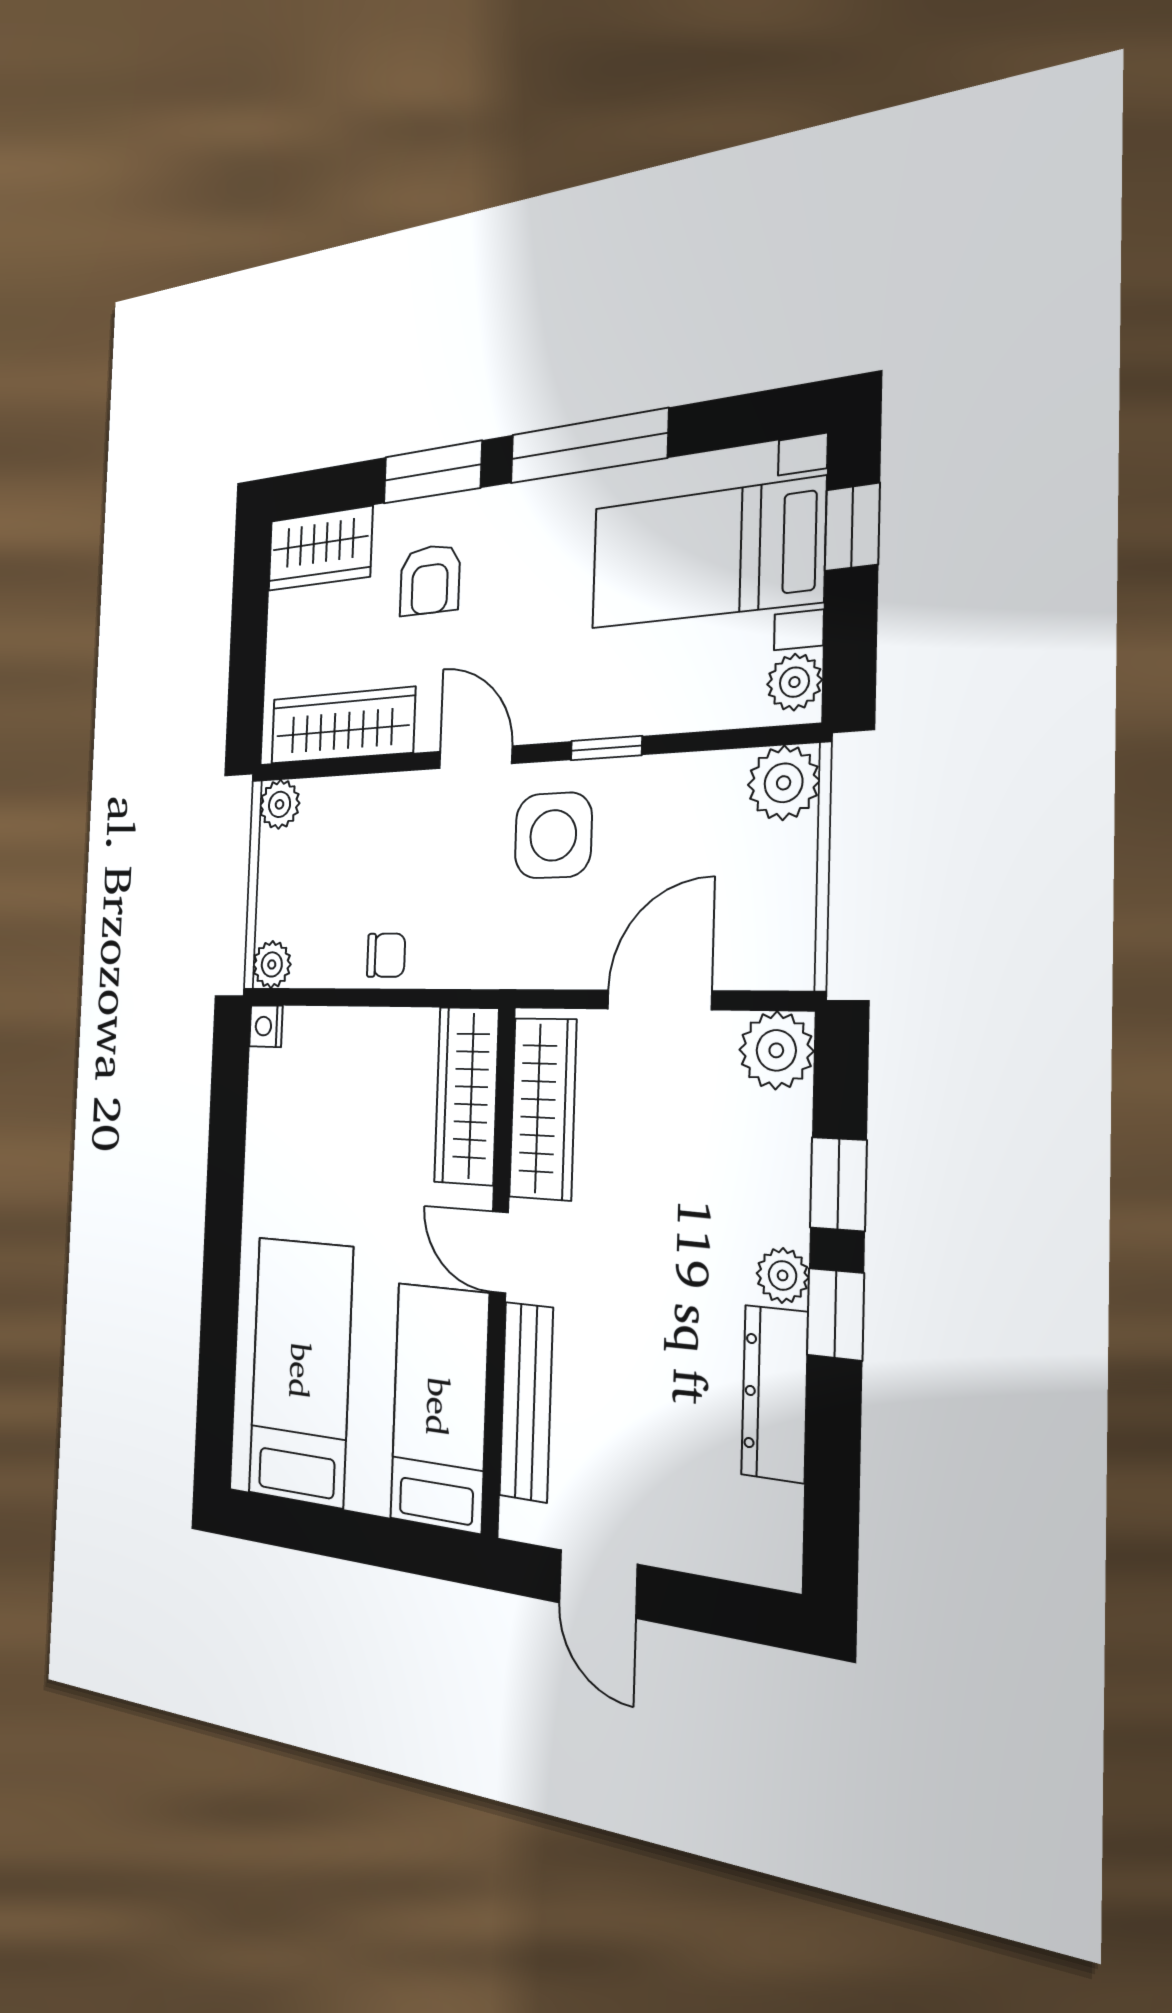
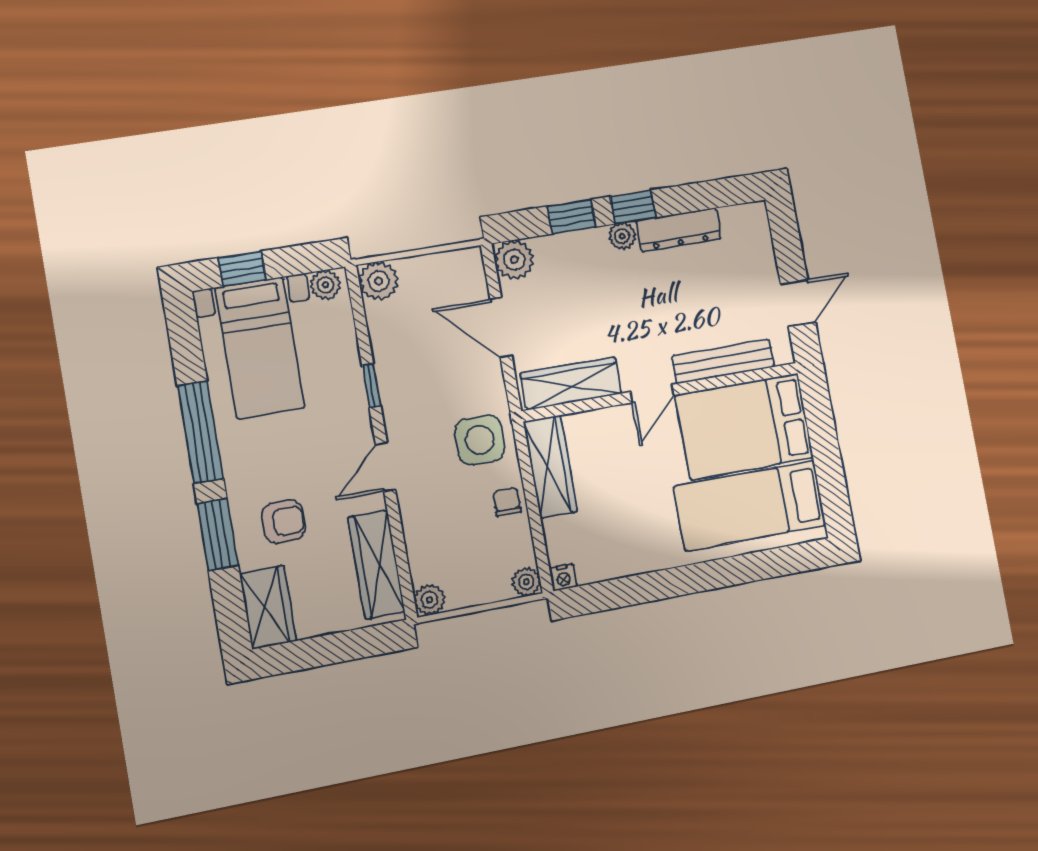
side table: (553, 835) -> (480, 440), moved
wardrobe: (466, 1096) -> (550, 467), moved, turned -90
bed: (439, 1407) -> (744, 426), width x1.50

